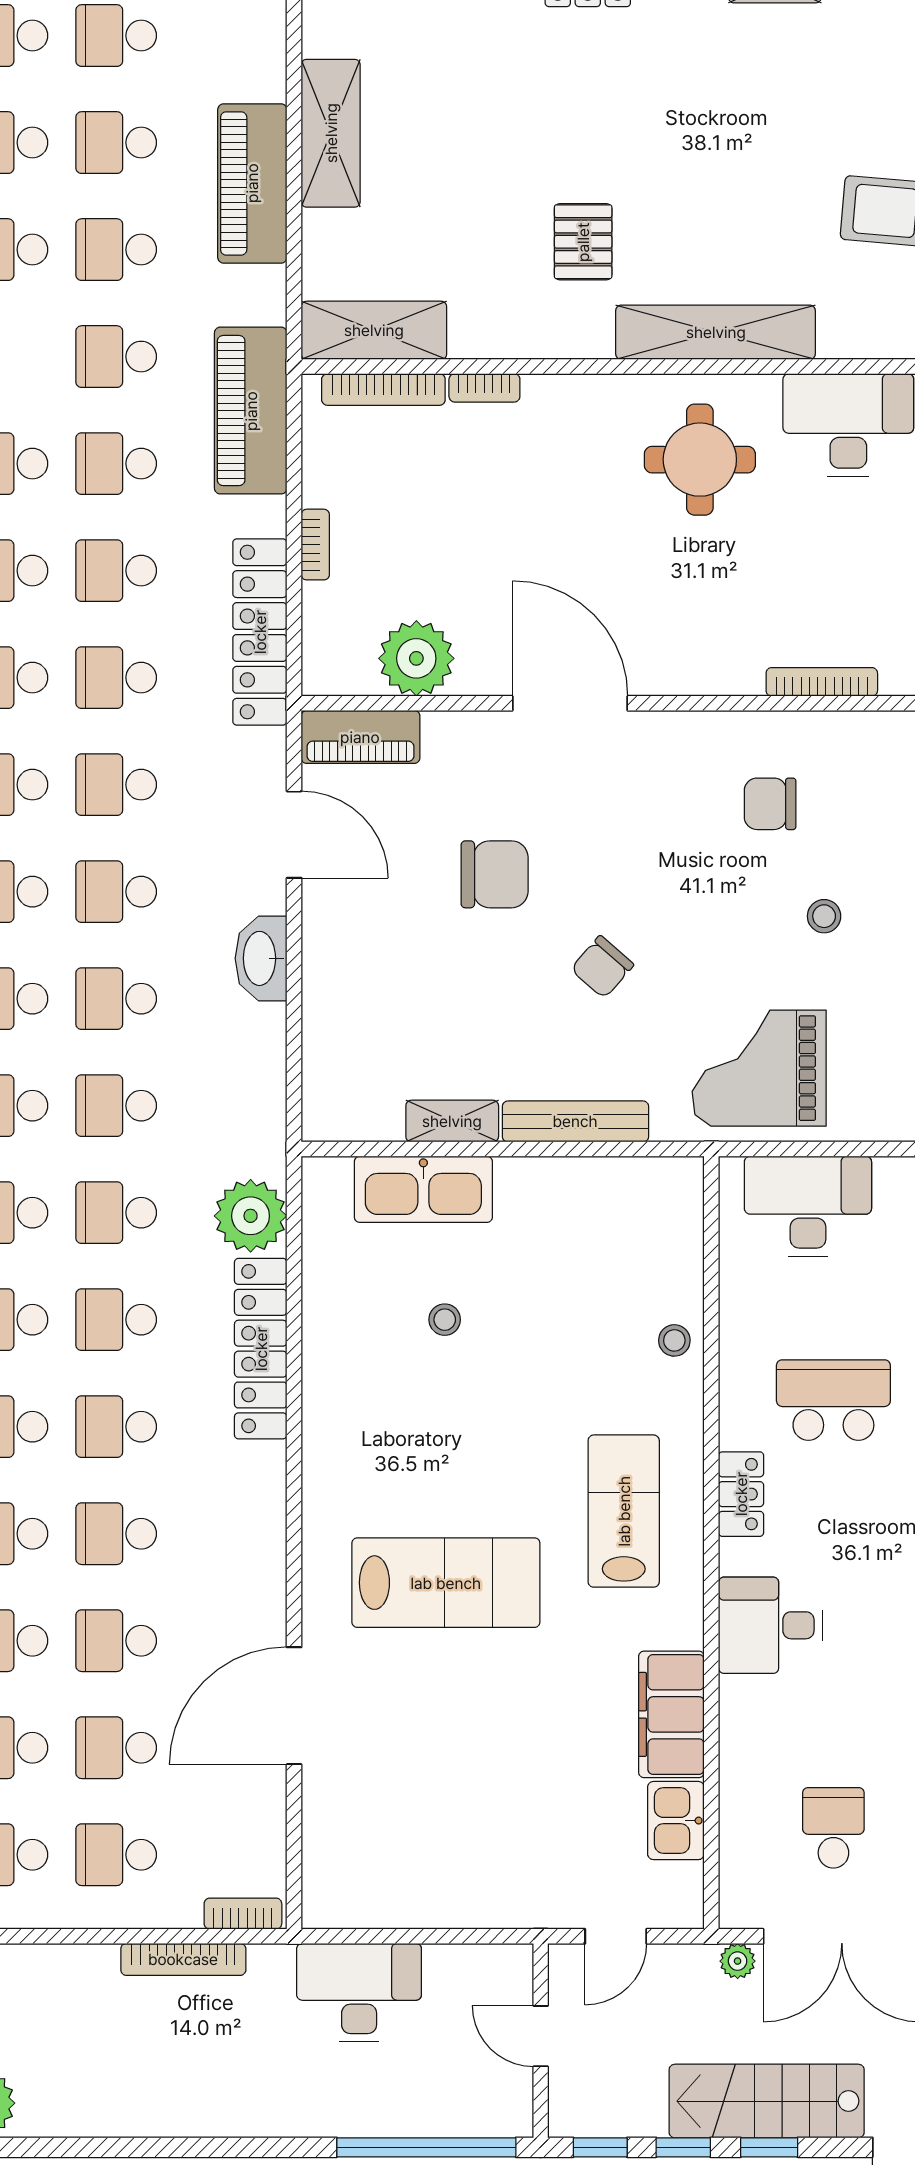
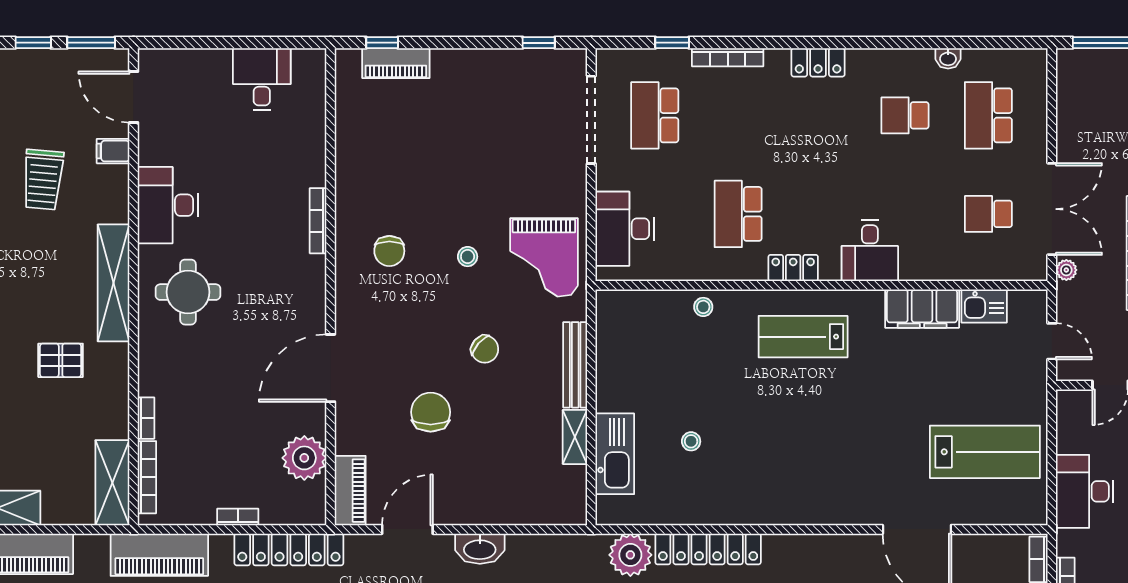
stool: (824, 916) -> (468, 257), moved
lab bench: (446, 1583) -> (985, 452), moved, turned 90

